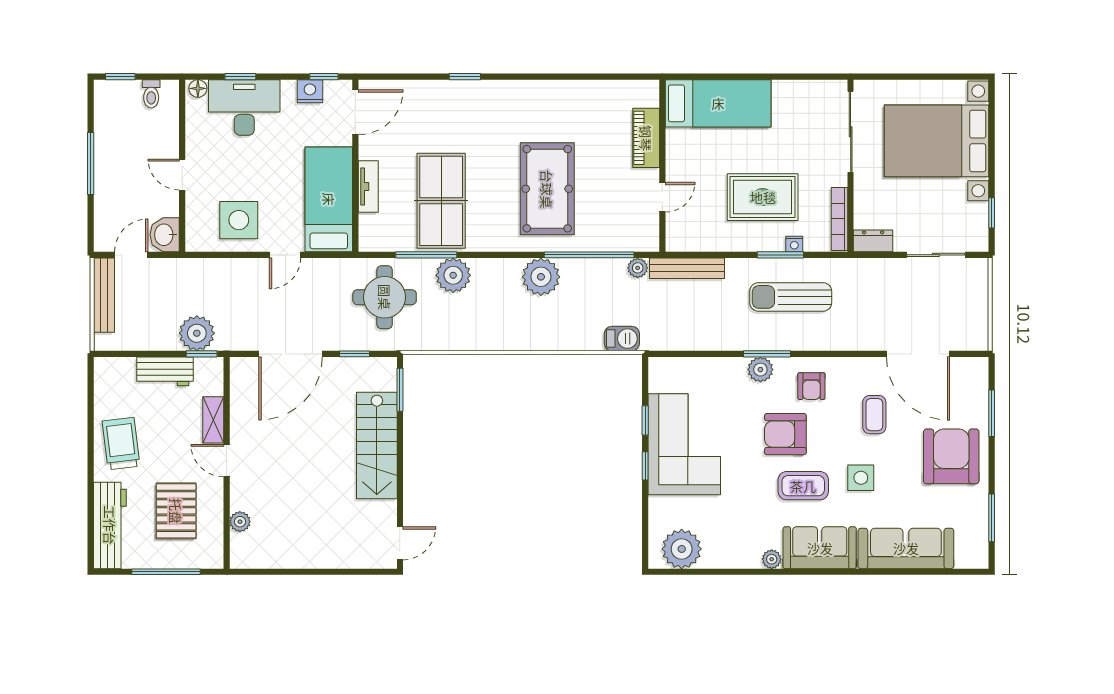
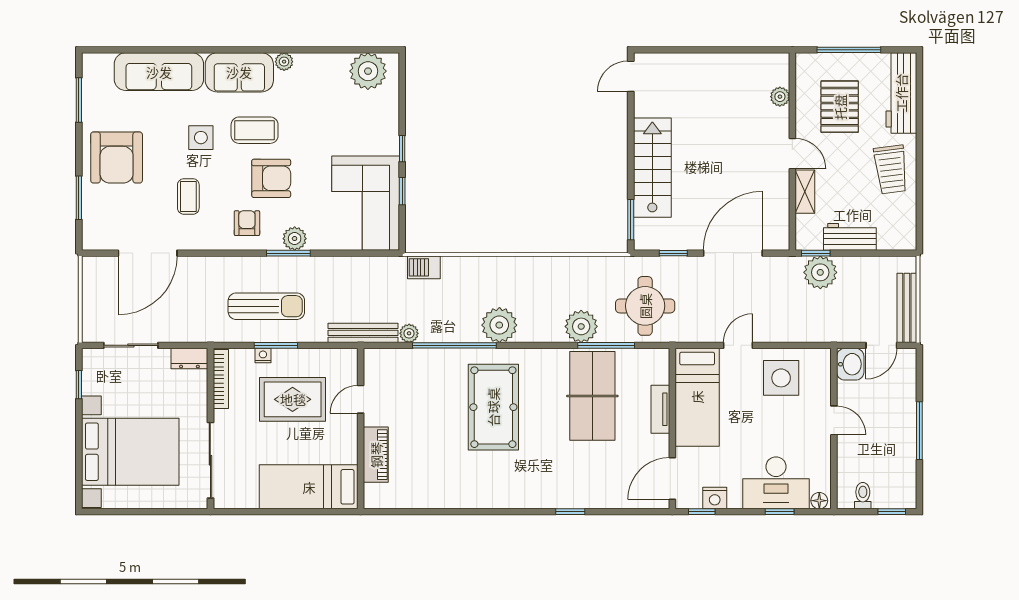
bed: (718, 103) -> (309, 487), moved
piano: (646, 138) -> (376, 455), moved
wall: (662, 166) -> (361, 429), moved
door: (662, 197) -> (361, 399), moved
door: (918, 354) -> (148, 253), swing flipped
corner sofa: (684, 444) -> (366, 203), moved

